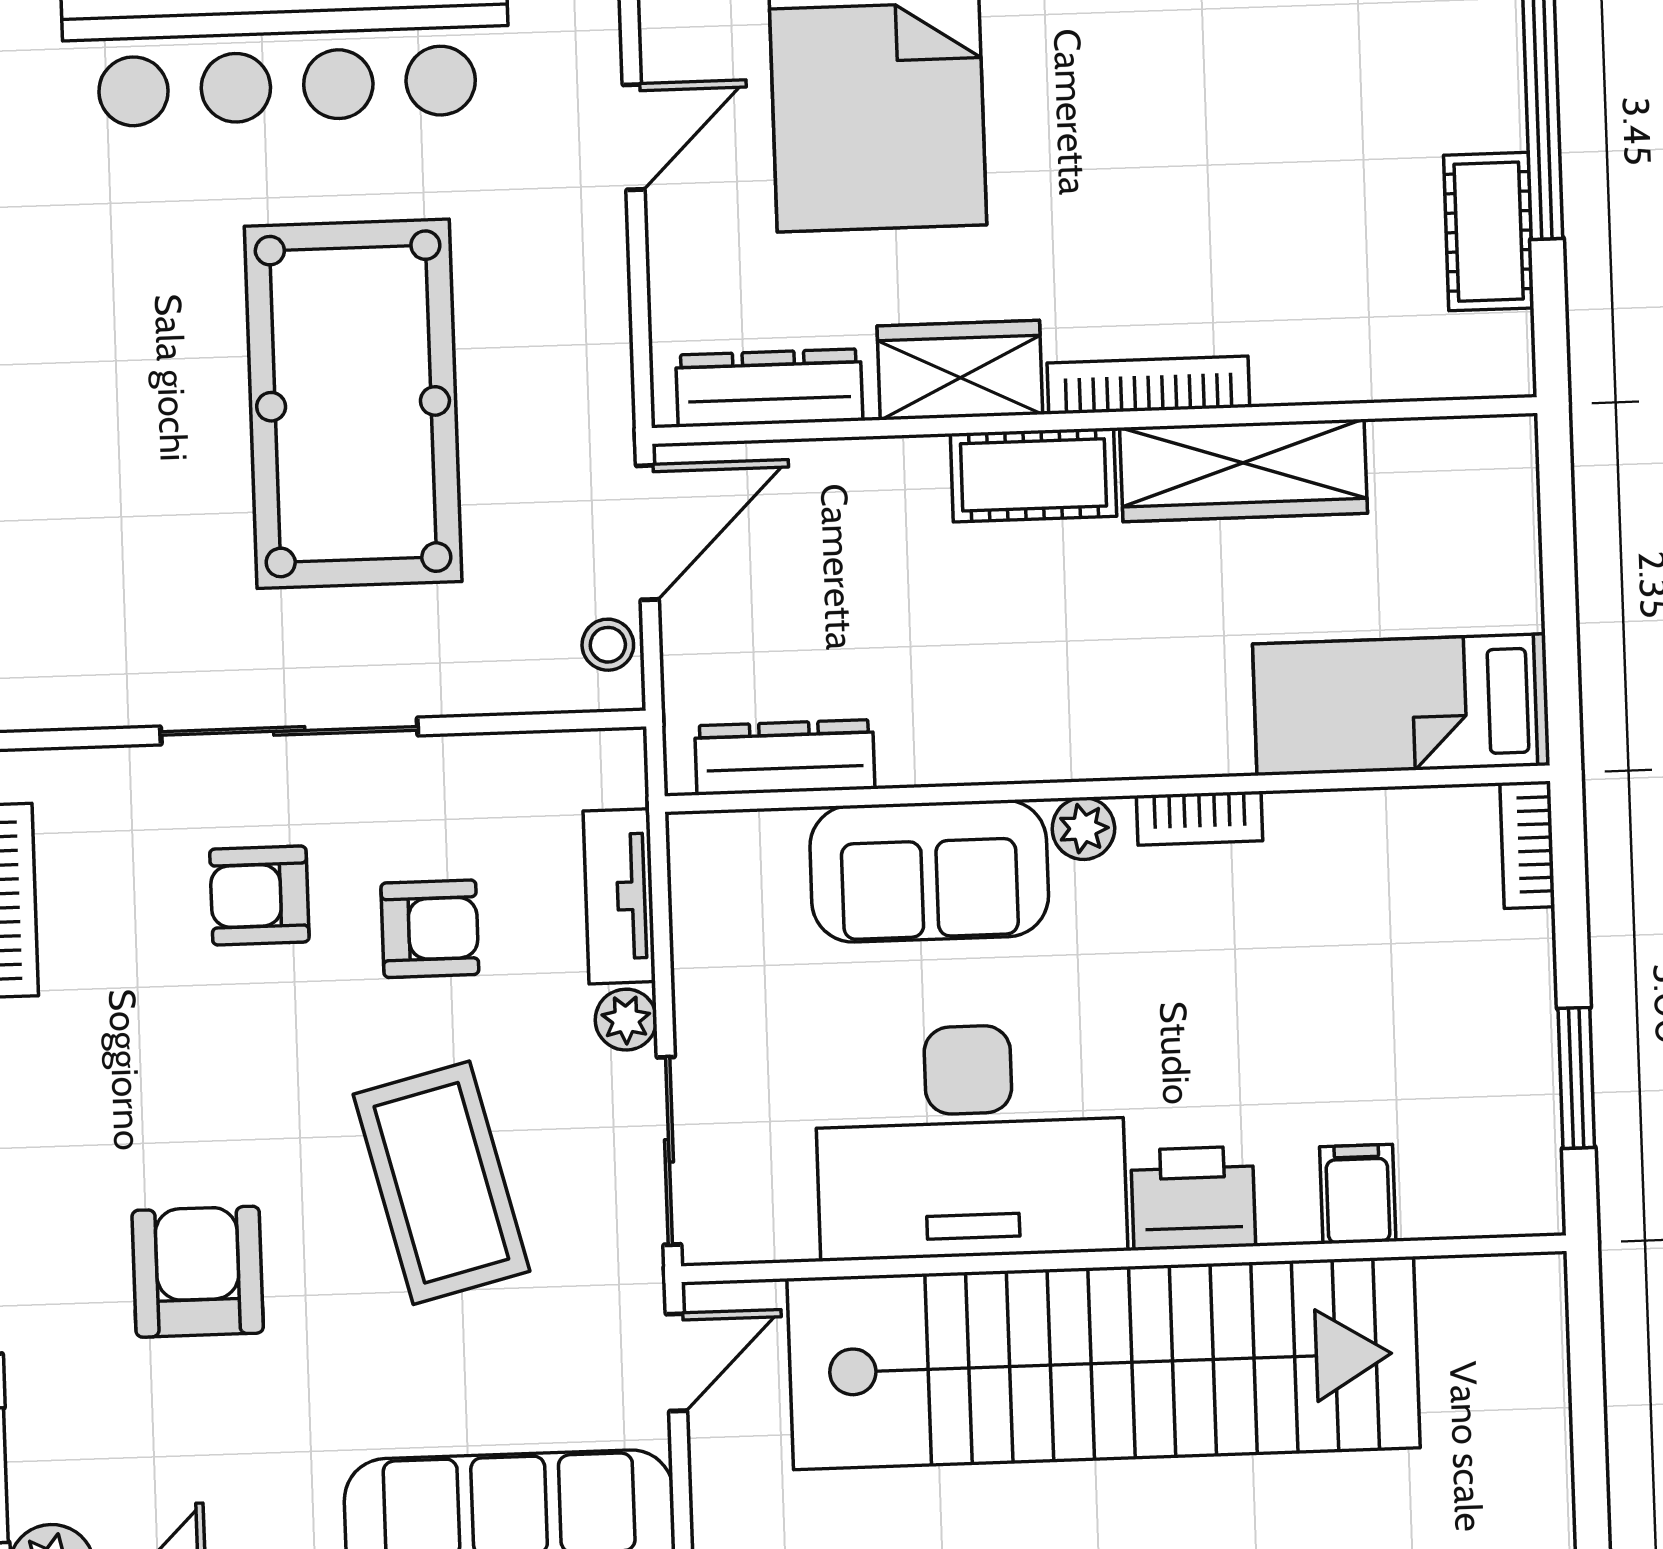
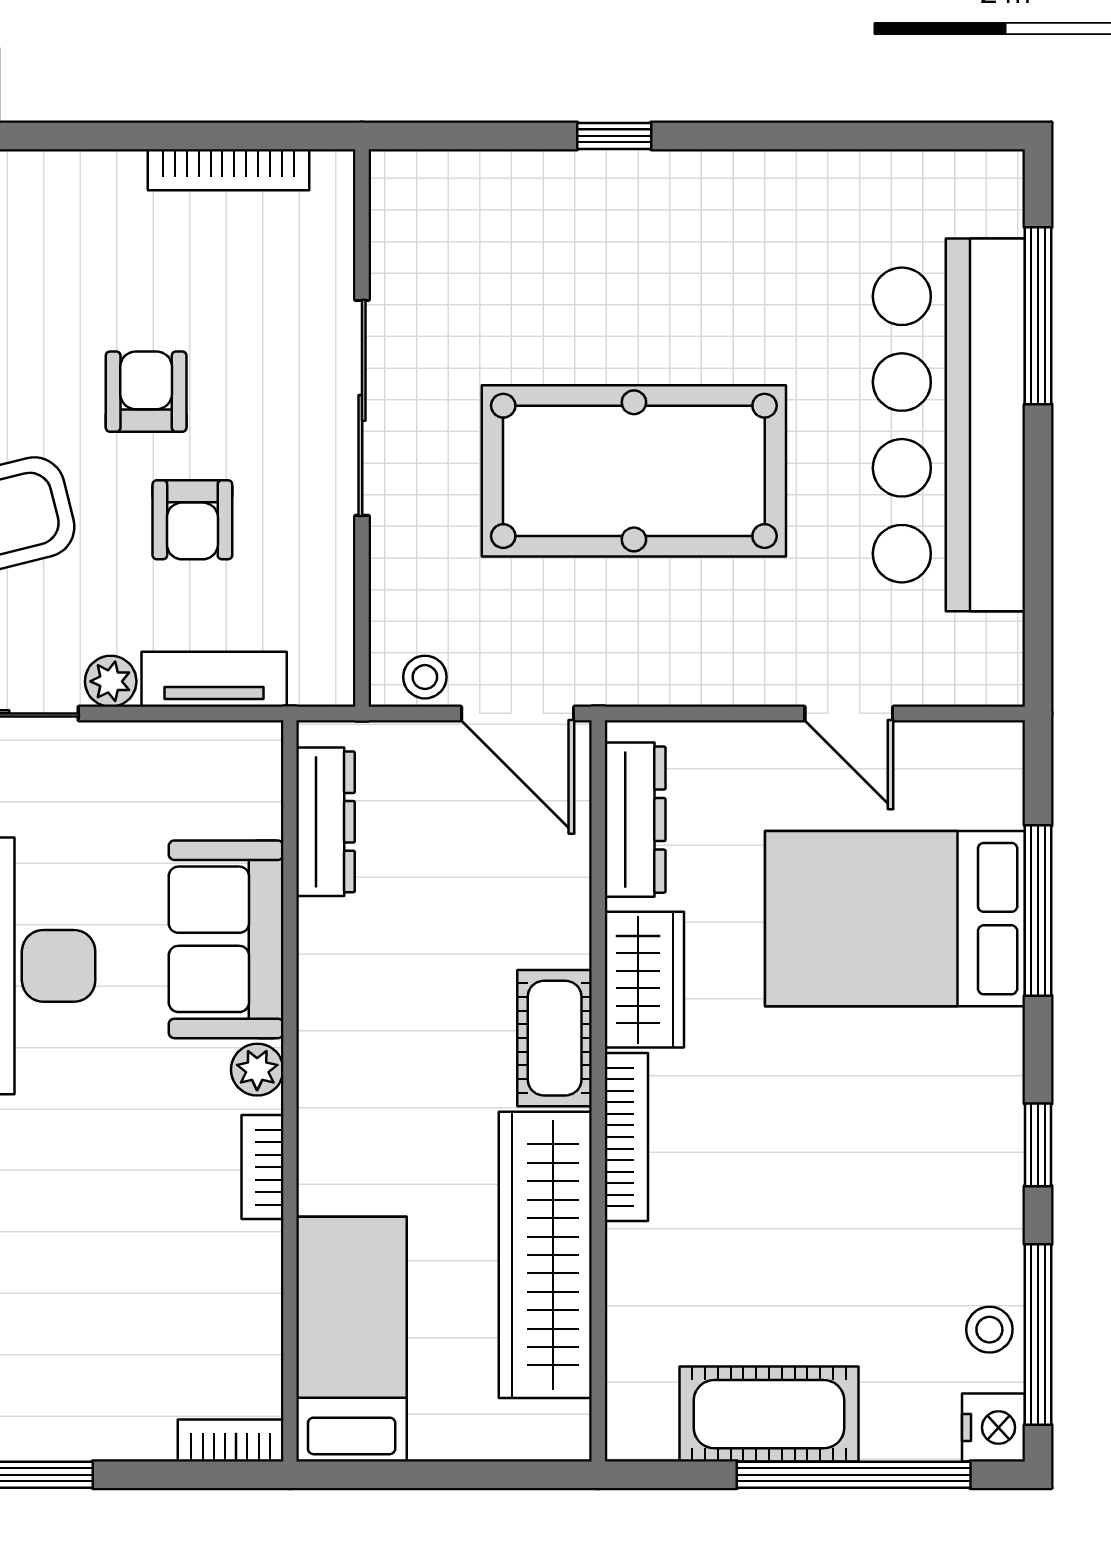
cot: (1489, 232) -> (769, 1414), width x1.37, depth x1.34
wardrobe: (1244, 470) -> (545, 1255), width x1.40, depth x1.17
armchair: (259, 896) -> (146, 392), moved

